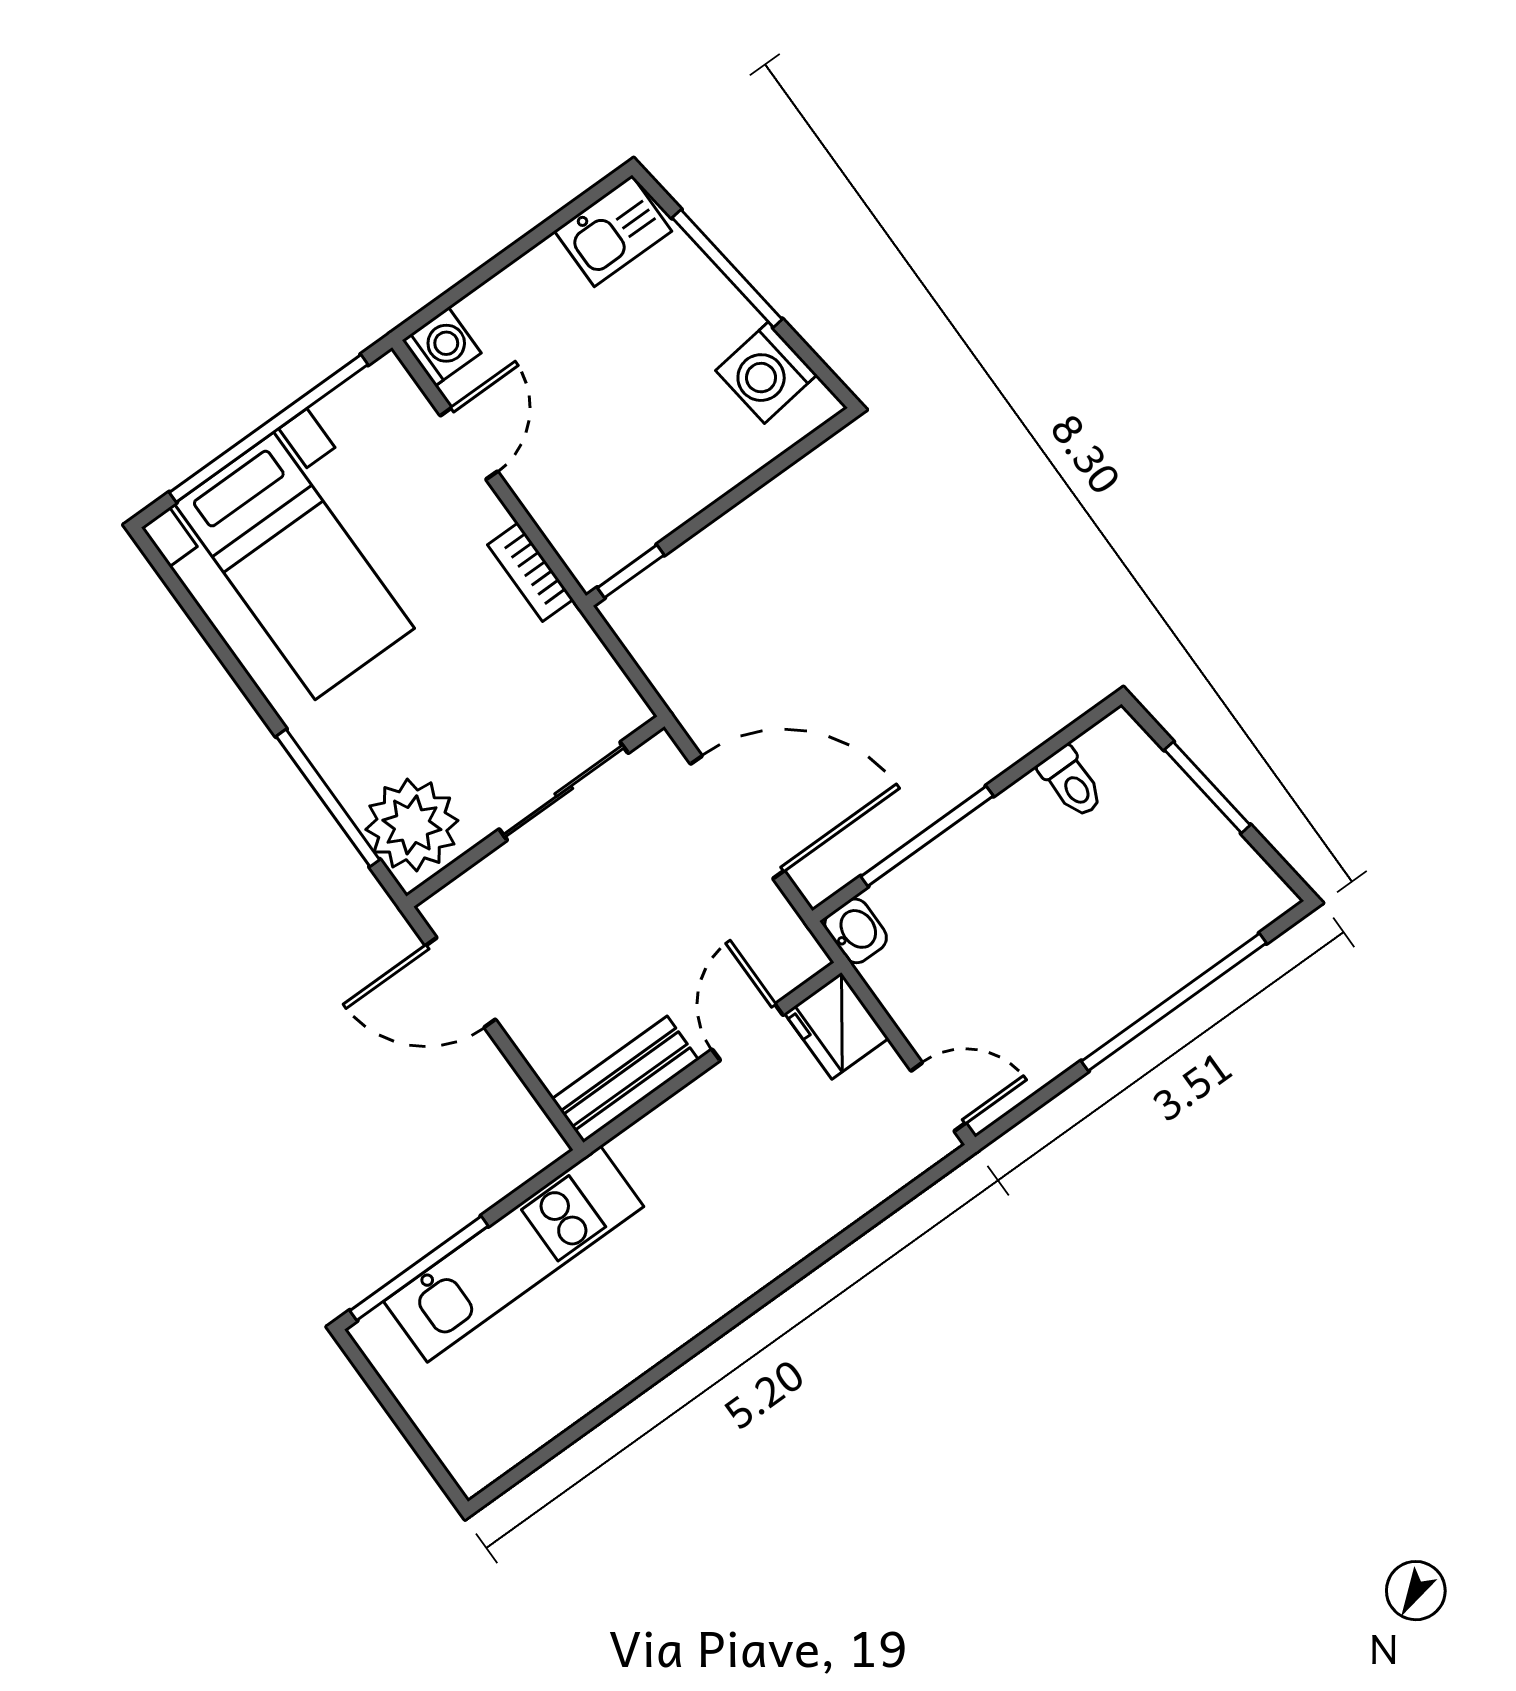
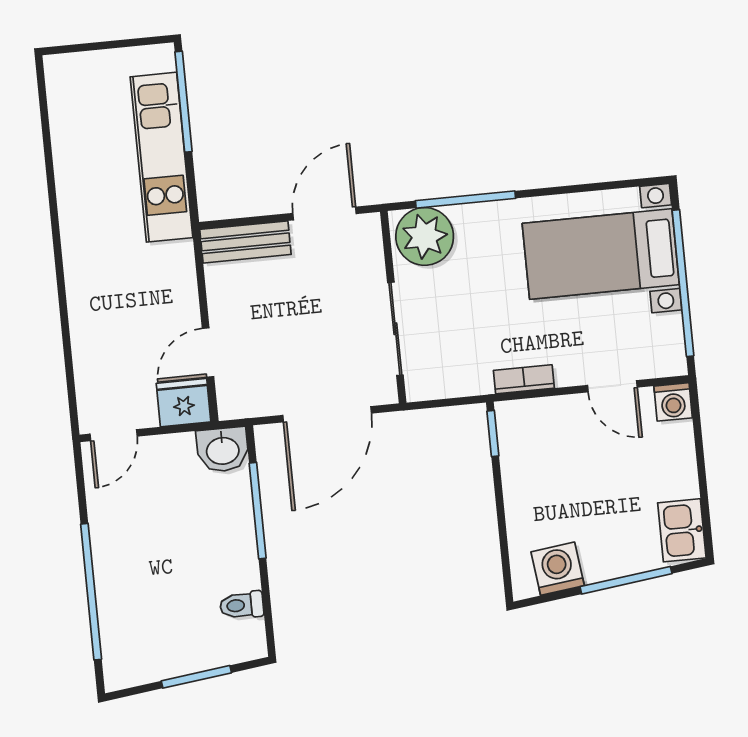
washbasin: (856, 931) -> (223, 450), width x1.38, depth x1.45
door: (748, 1032) -> (208, 353), swing flipped
bench: (625, 1079) -> (245, 242), moved, turned 90

